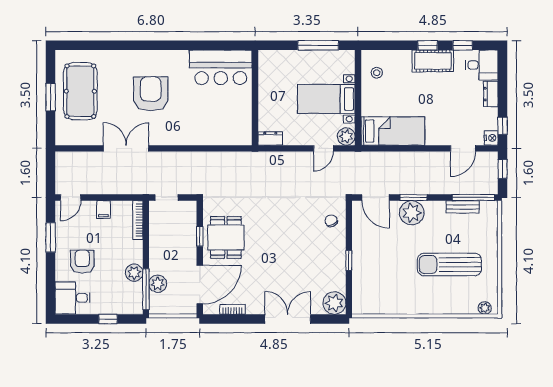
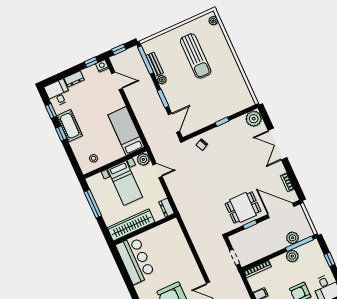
wardrobe: (269, 82) -> (131, 225), added
plant: (412, 213) -> (162, 80), moved, width x0.53, depth x0.53

